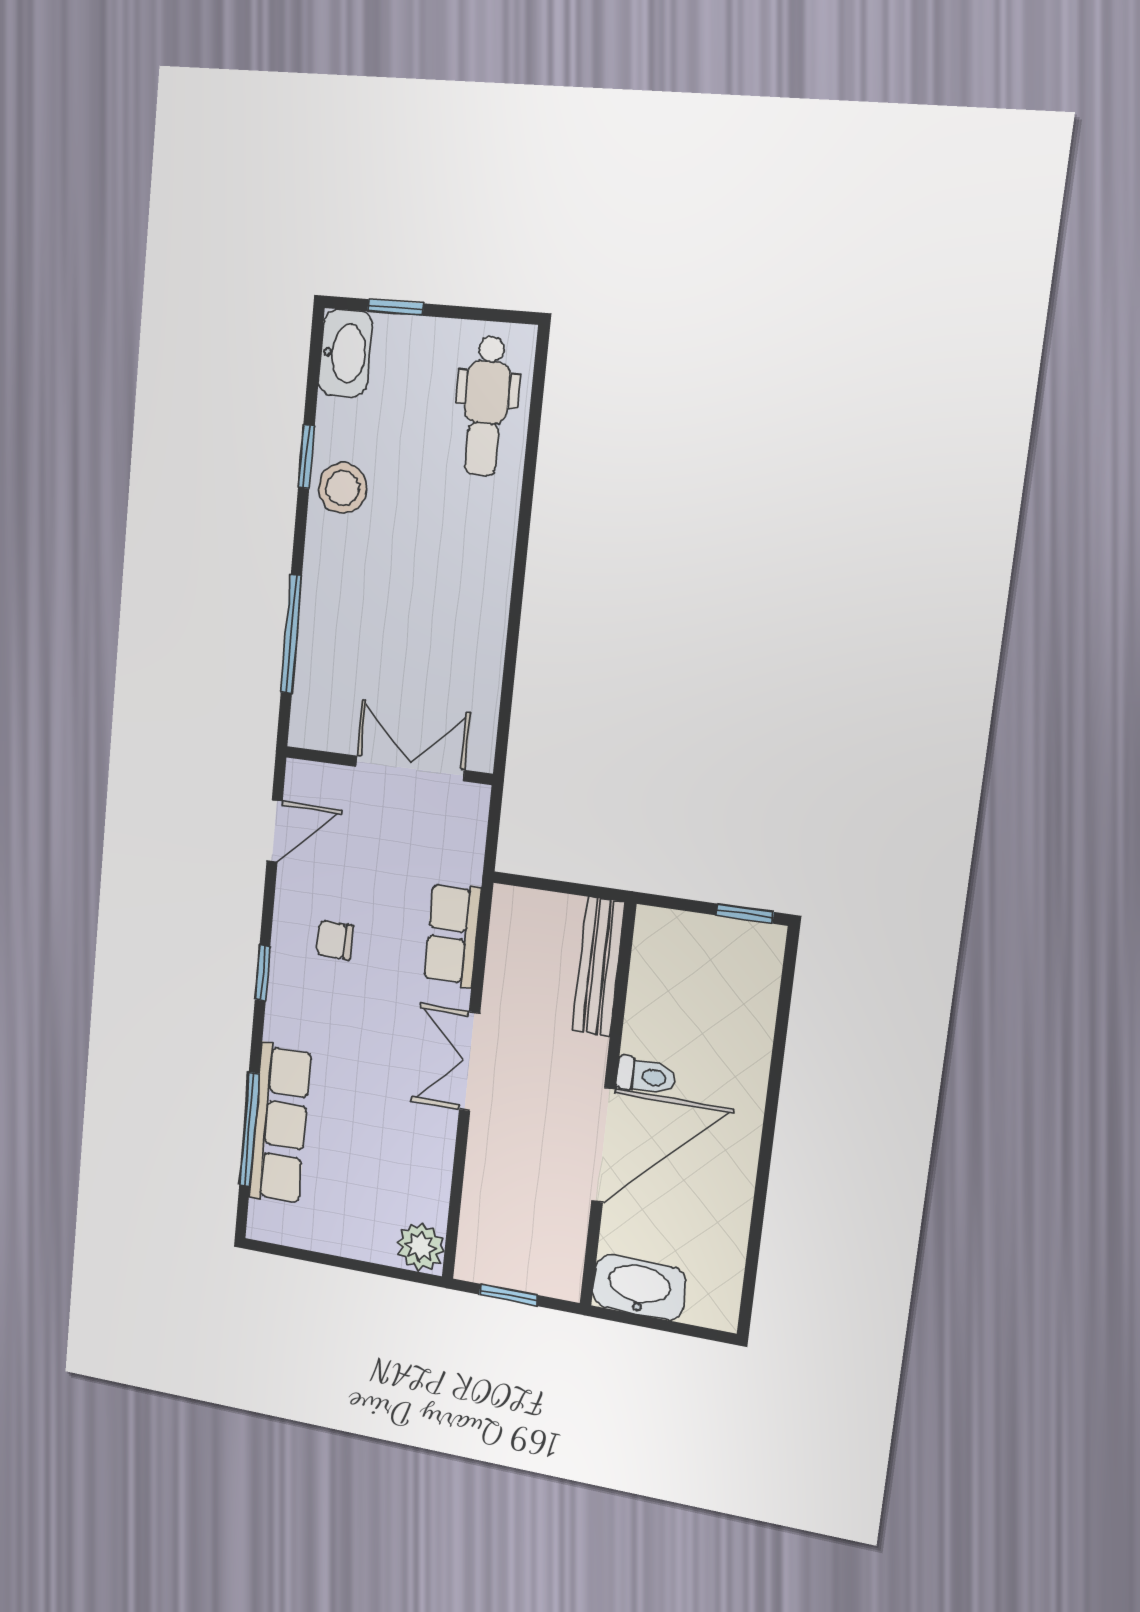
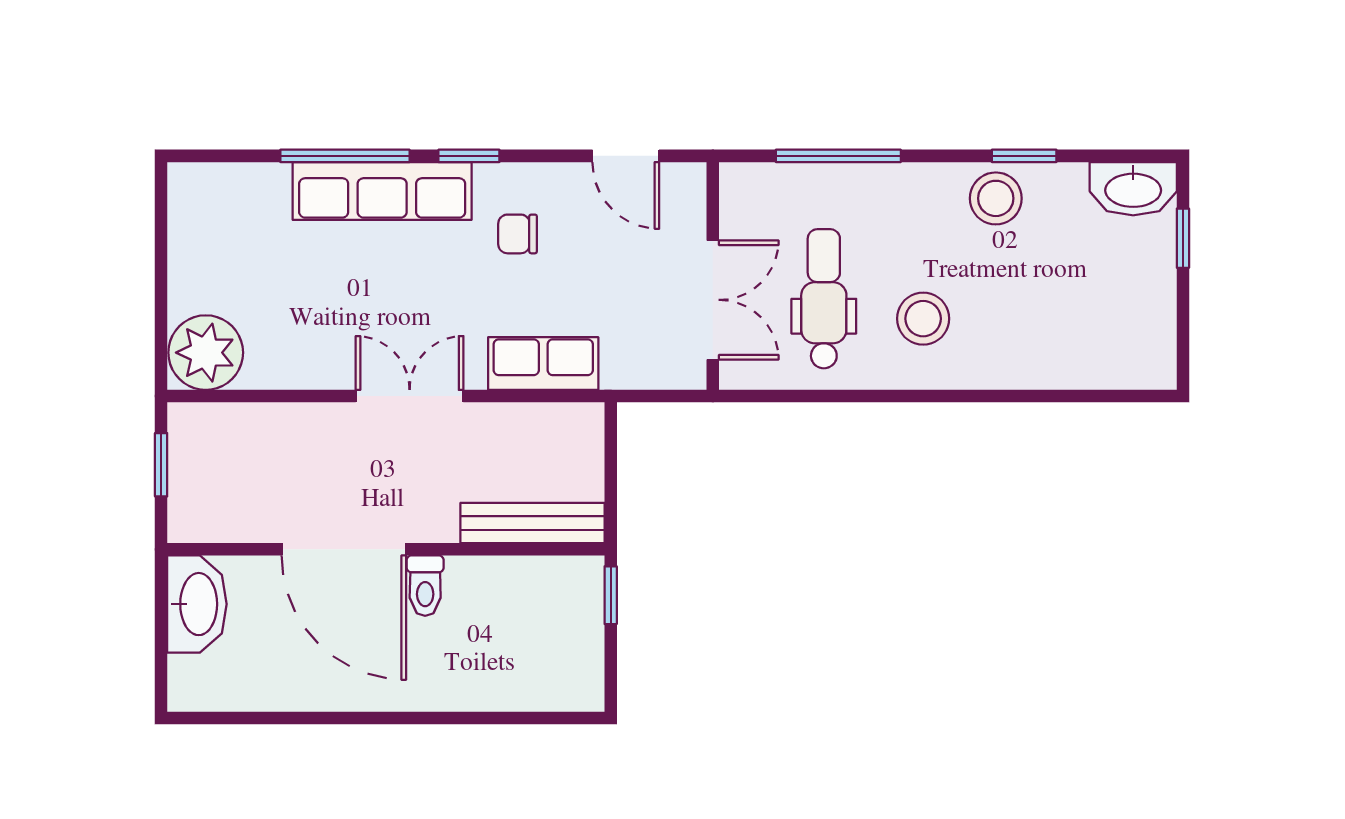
dental chair: (486, 406) -> (824, 299), moved, turned 90
stool: (446, 570) -> (923, 319), added
window: (745, 914) -> (611, 595), moved
chair: (334, 940) -> (518, 234), turned -90
row of seats: (280, 1124) -> (382, 191), moved
window: (249, 1129) -> (345, 156), moved
plant: (420, 1247) -> (206, 353), width x1.36, depth x1.36

